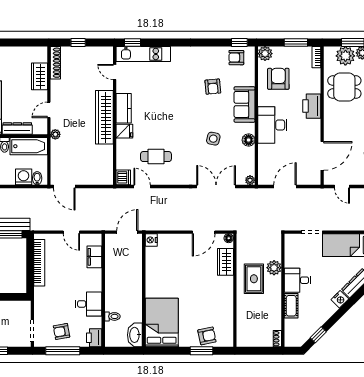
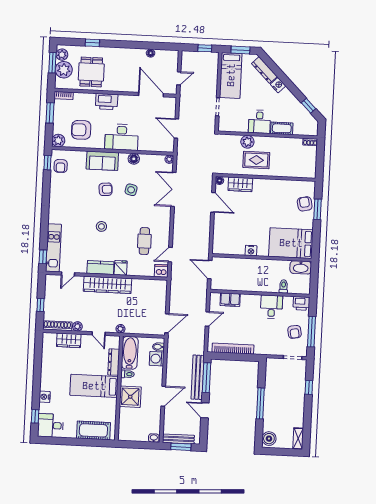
plant: (56, 85) -> (77, 326), added
armchair: (213, 87) -> (106, 189), moved
stool: (170, 107) -> (101, 226), added
nightstand: (151, 240) -> (251, 251), moved

